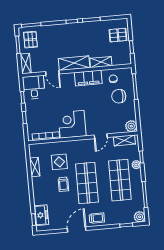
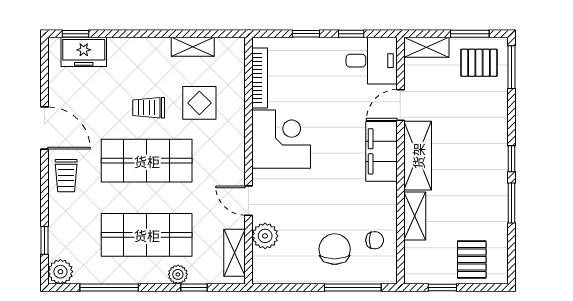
filing cabinet: (88, 78) -> (382, 151), moved
plant: (131, 126) -> (265, 236), moved

